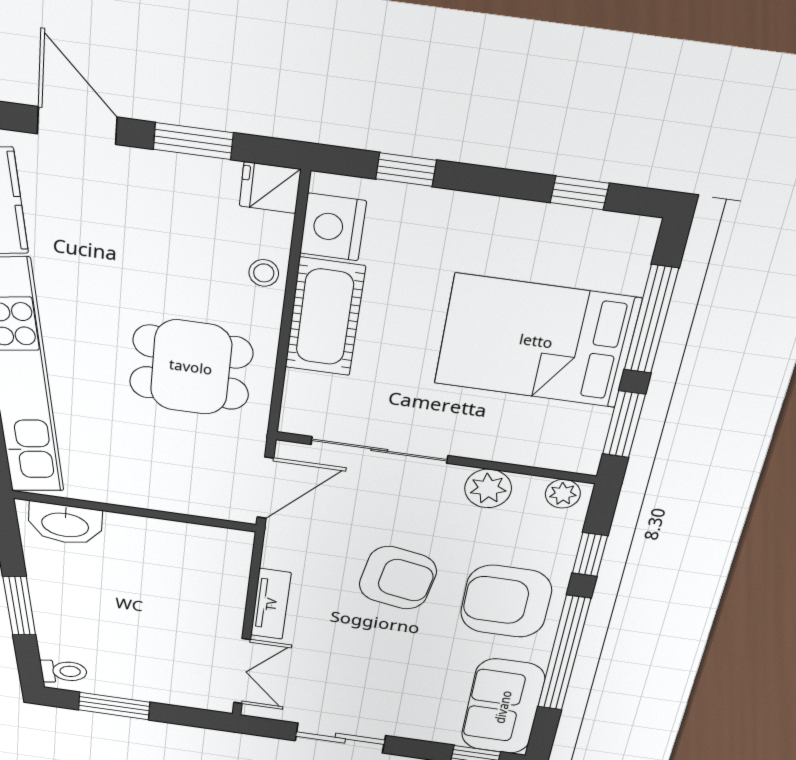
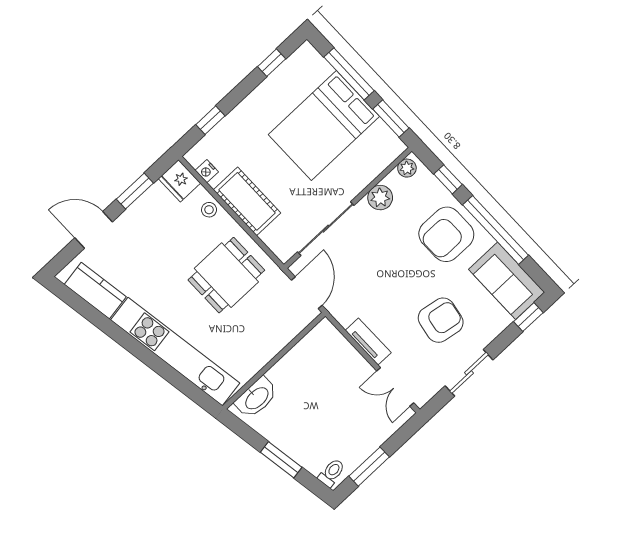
fridge: (270, 188) -> (179, 181), width x1.38
nightstand: (333, 227) -> (207, 171), width x0.53, depth x0.56
armchair: (398, 578) -> (441, 320), moved
double door: (242, 671) -> (395, 387), swing flipped

